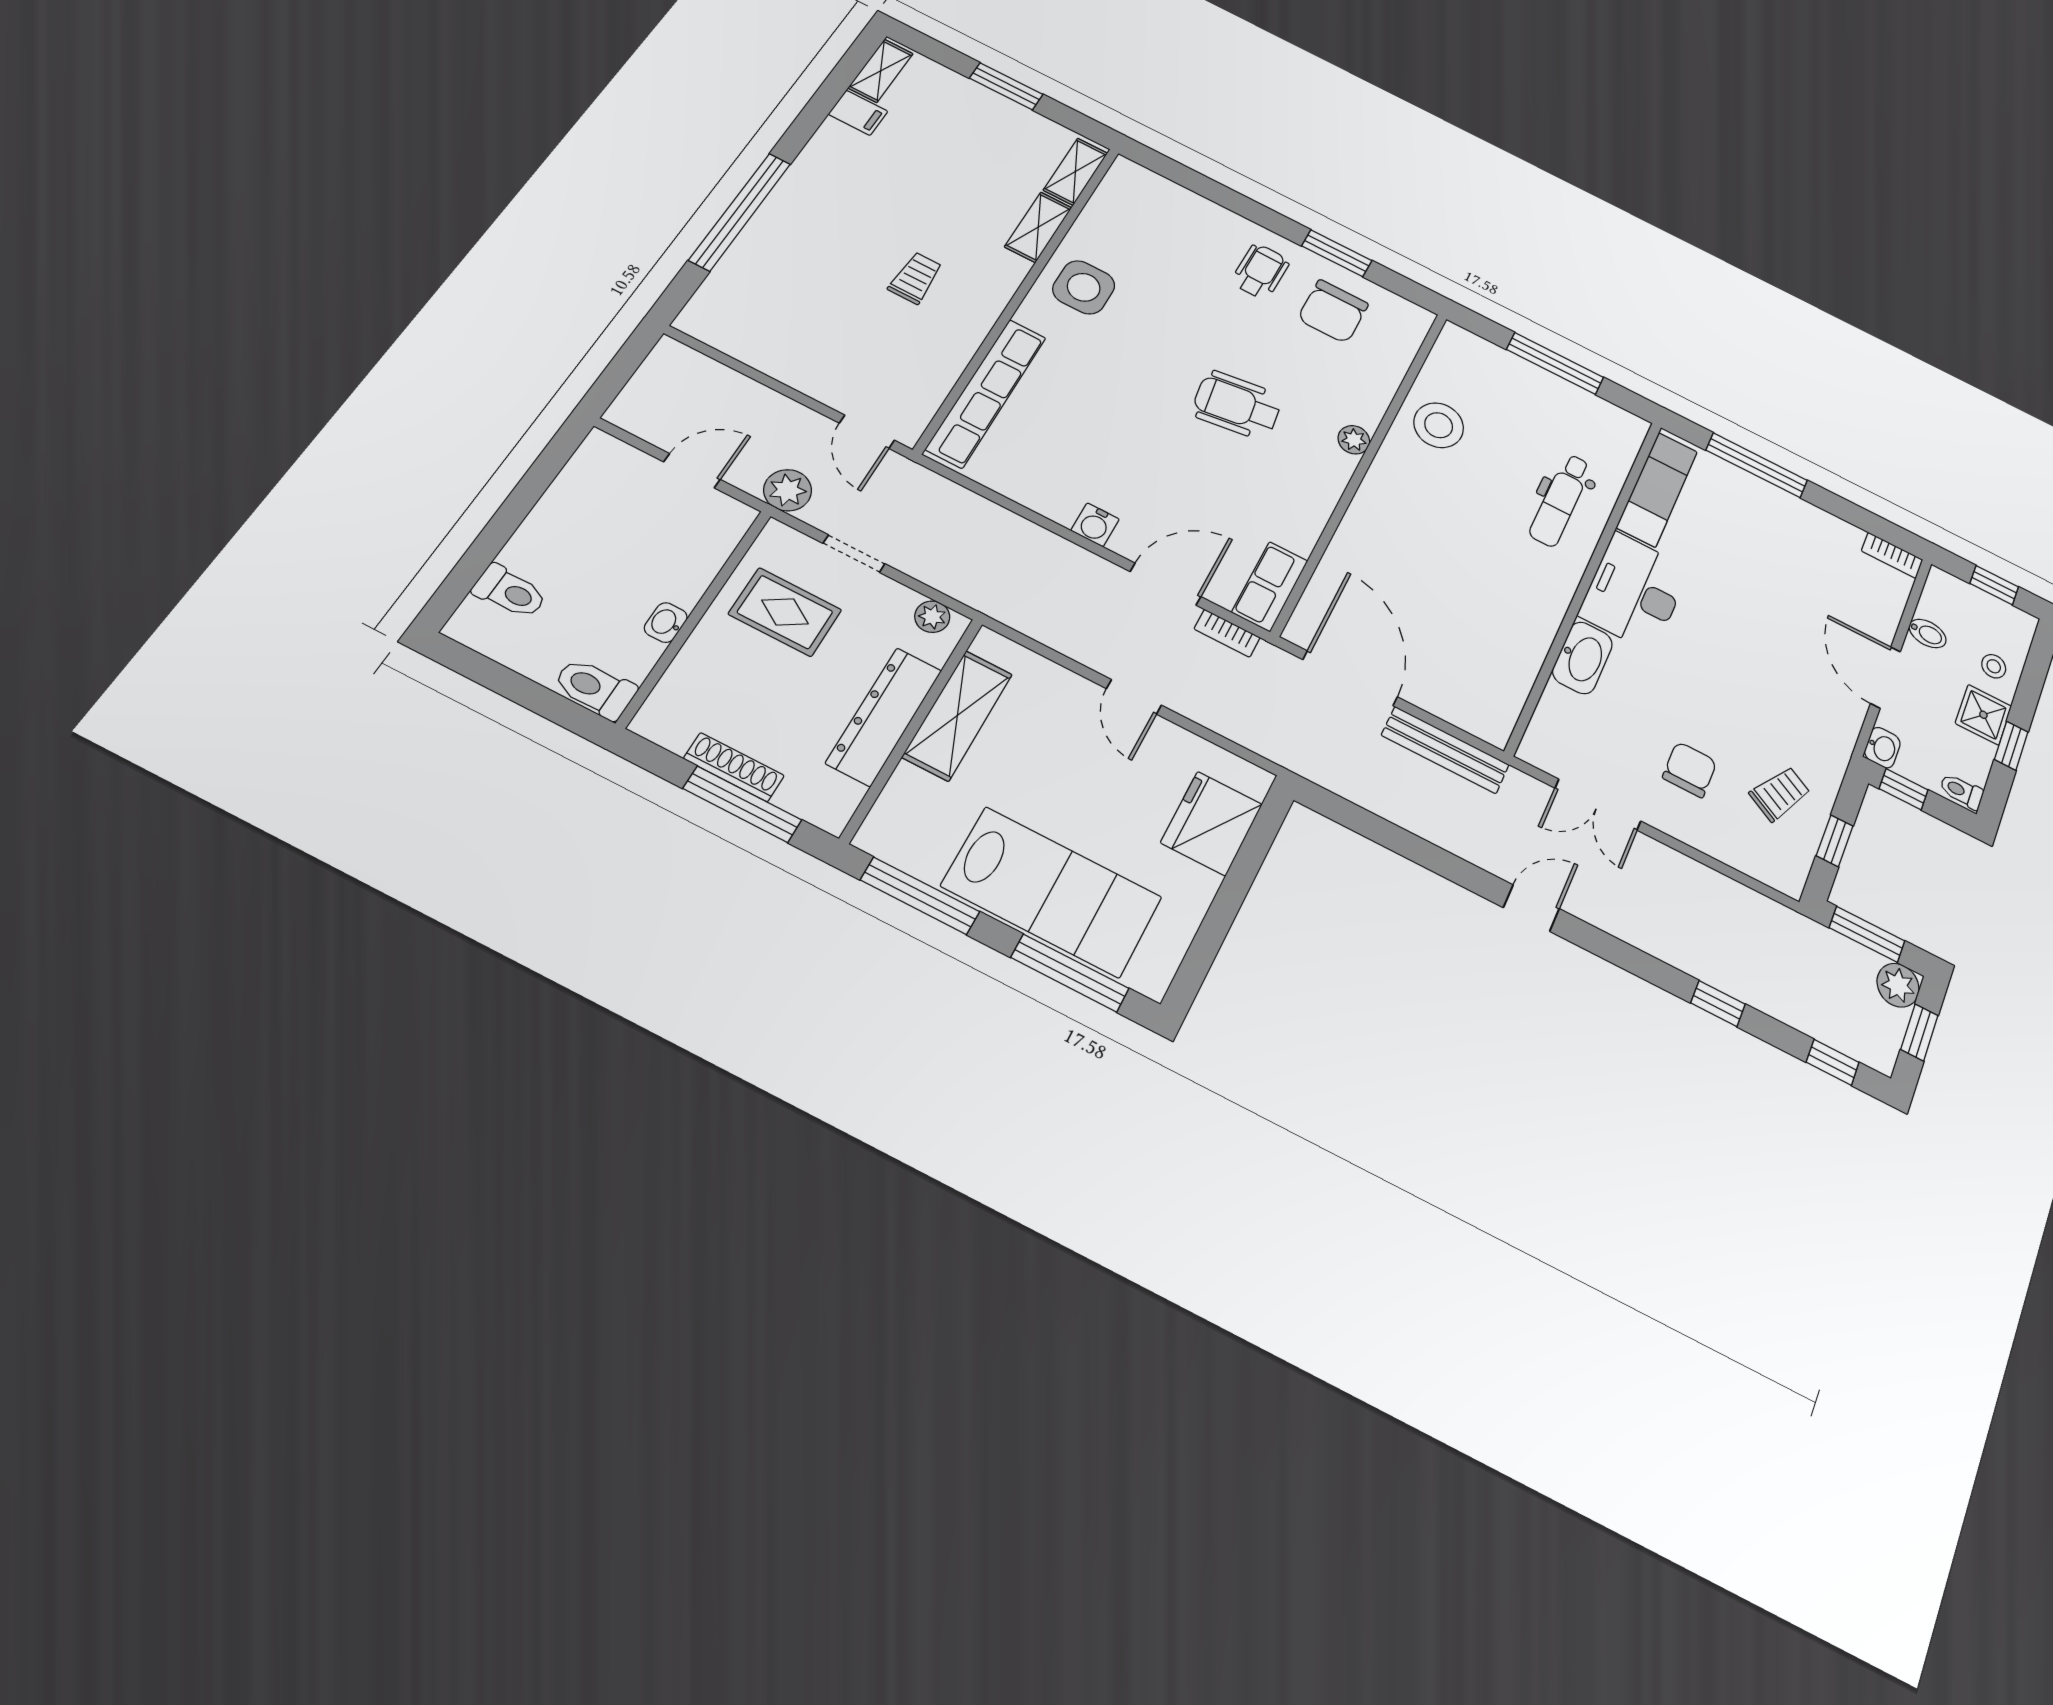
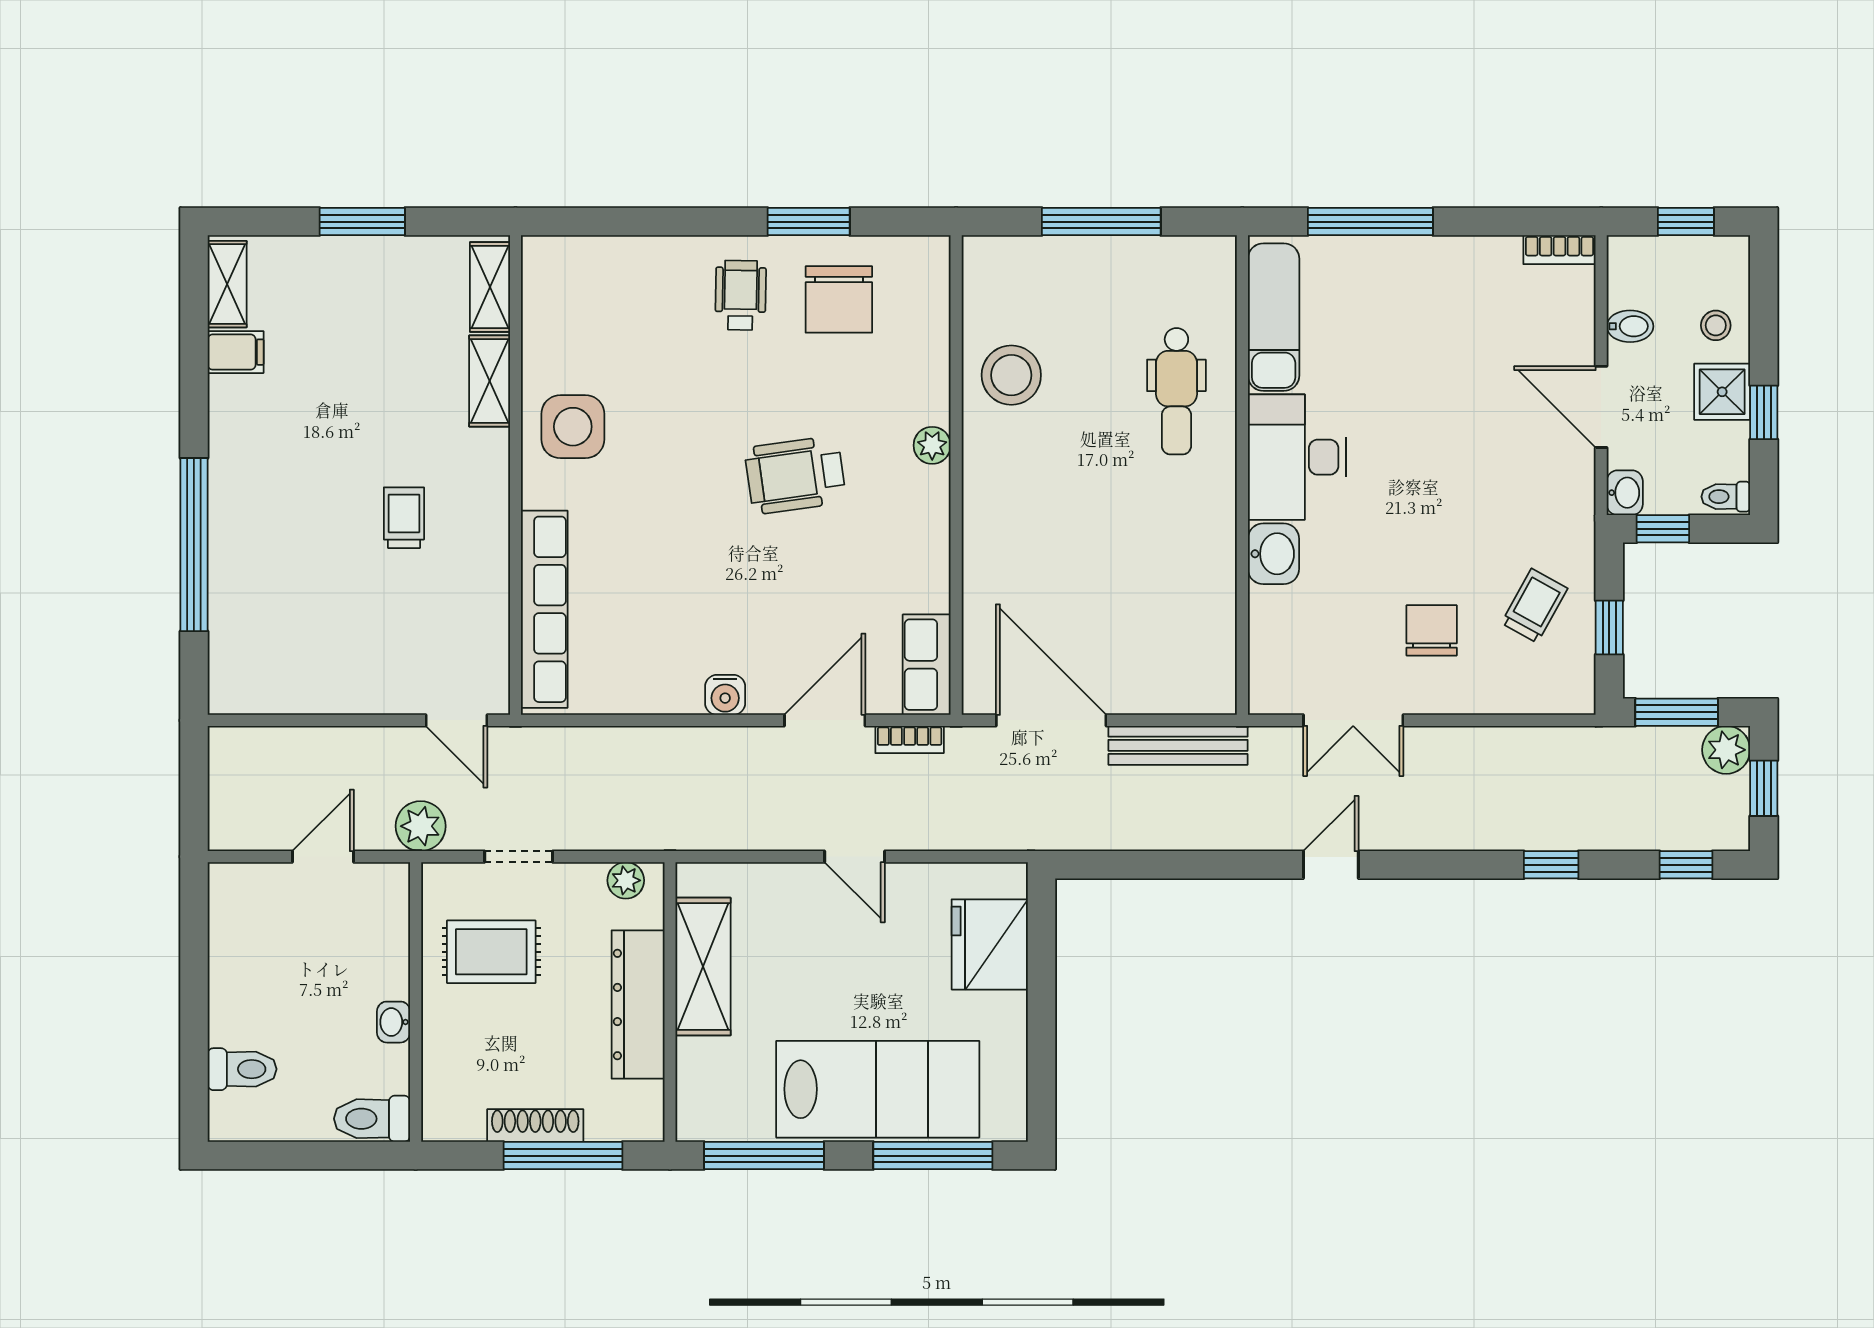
washbasin: (1582, 658) -> (1273, 554), width x0.72

